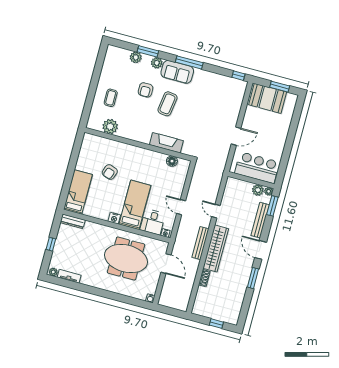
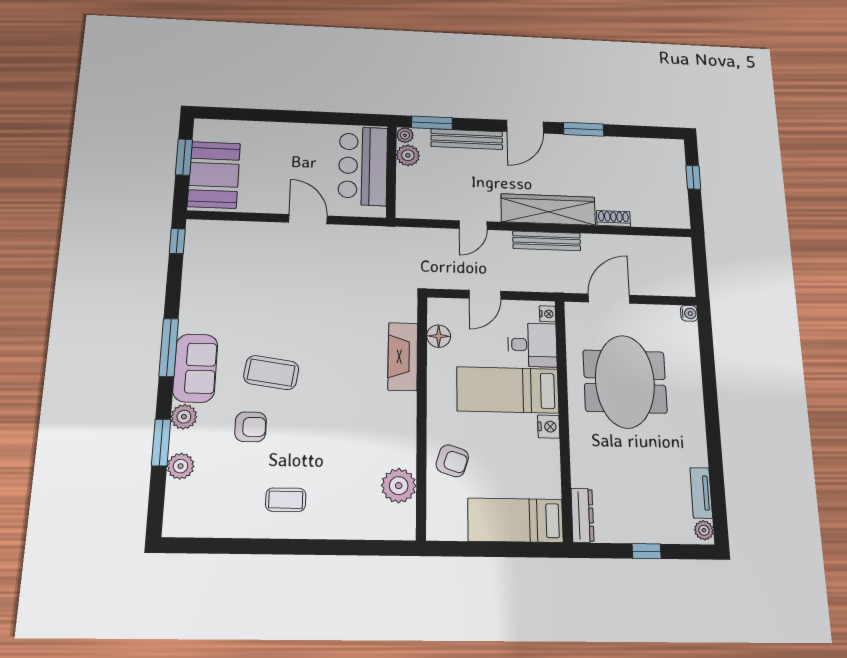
plant: (110, 127) -> (399, 486), moved
fireplace: (166, 143) -> (403, 357), moved
wall: (138, 144) -> (422, 415), moved
floor lamp: (172, 161) -> (439, 336), moved

